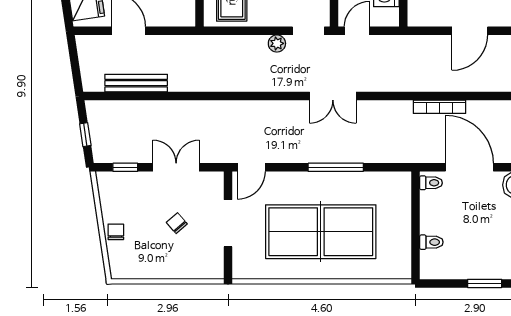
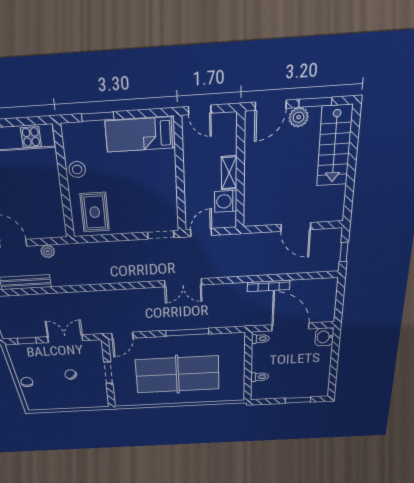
door: (470, 31) -> (296, 227), hinge flipped
plant: (277, 43) -> (48, 251), moved
doorway: (228, 223) -> (108, 373), width x0.73

